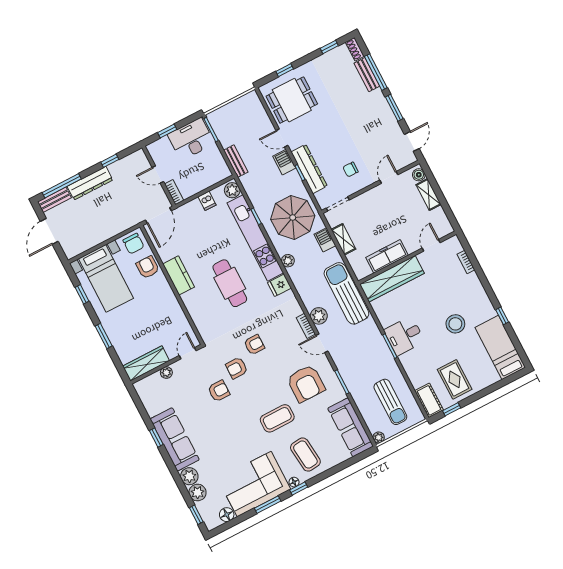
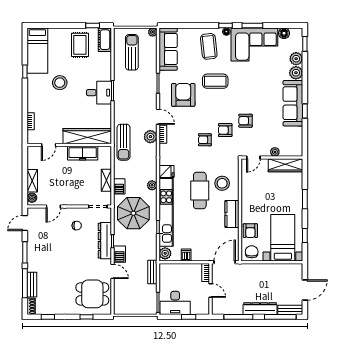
window: (110, 161) -> (238, 317), width x2.17
sun lounger: (346, 293) -> (124, 142), width x0.73, depth x0.75
stool: (208, 305) -> (222, 183), added
armchair: (237, 368) -> (225, 130), turned 180

